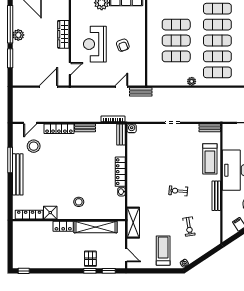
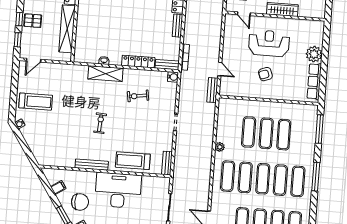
locker: (120, 172) -> (138, 62), moved
stool: (79, 202) -> (96, 12), removed
shelving: (133, 223) -> (105, 74), moved
exercise bike: (189, 227) -> (138, 96), moved

